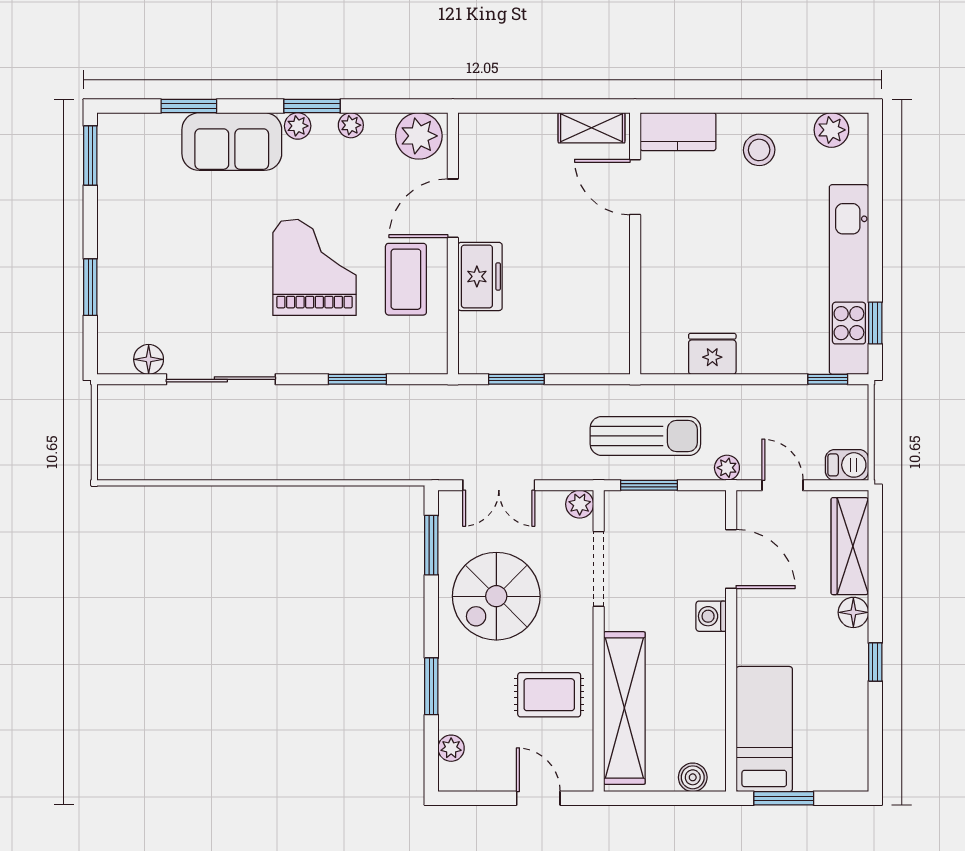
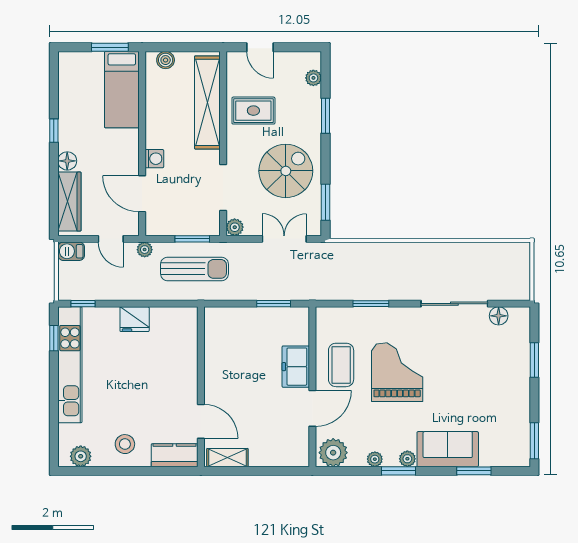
grand piano: (315, 267) -> (397, 372), turned 180
fridge: (712, 354) -> (135, 319), moved
sun lounger: (645, 436) -> (195, 269), turned 180

